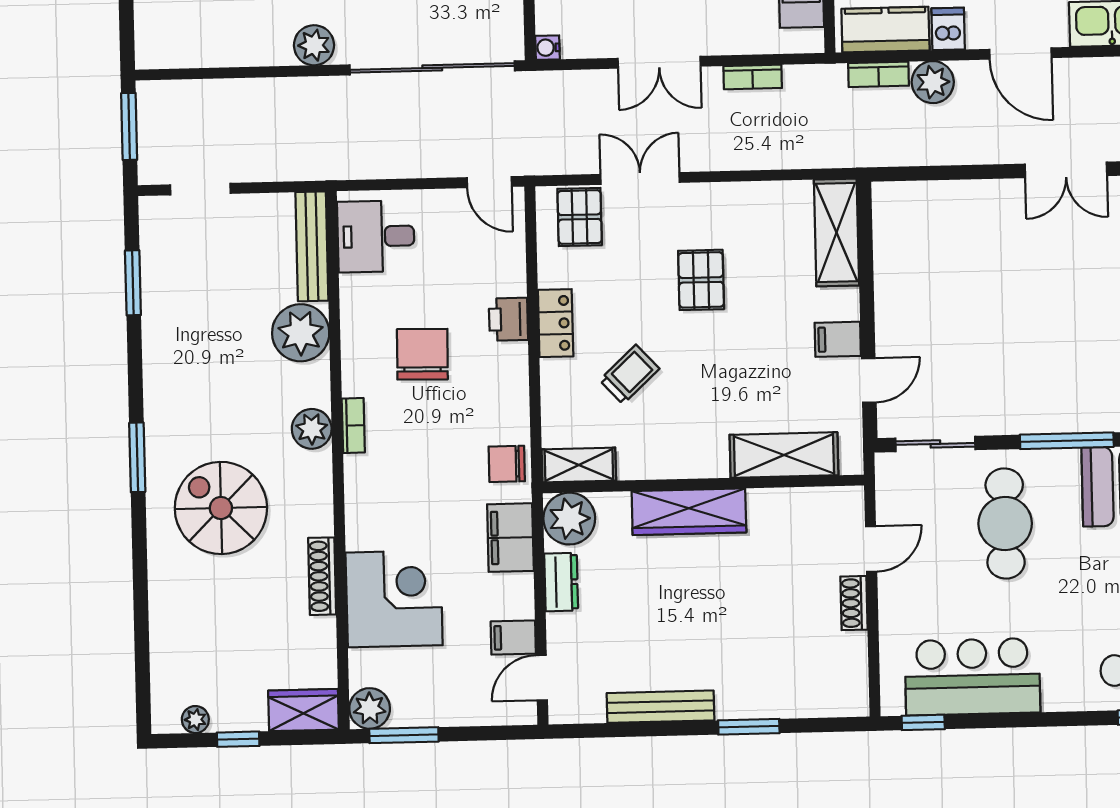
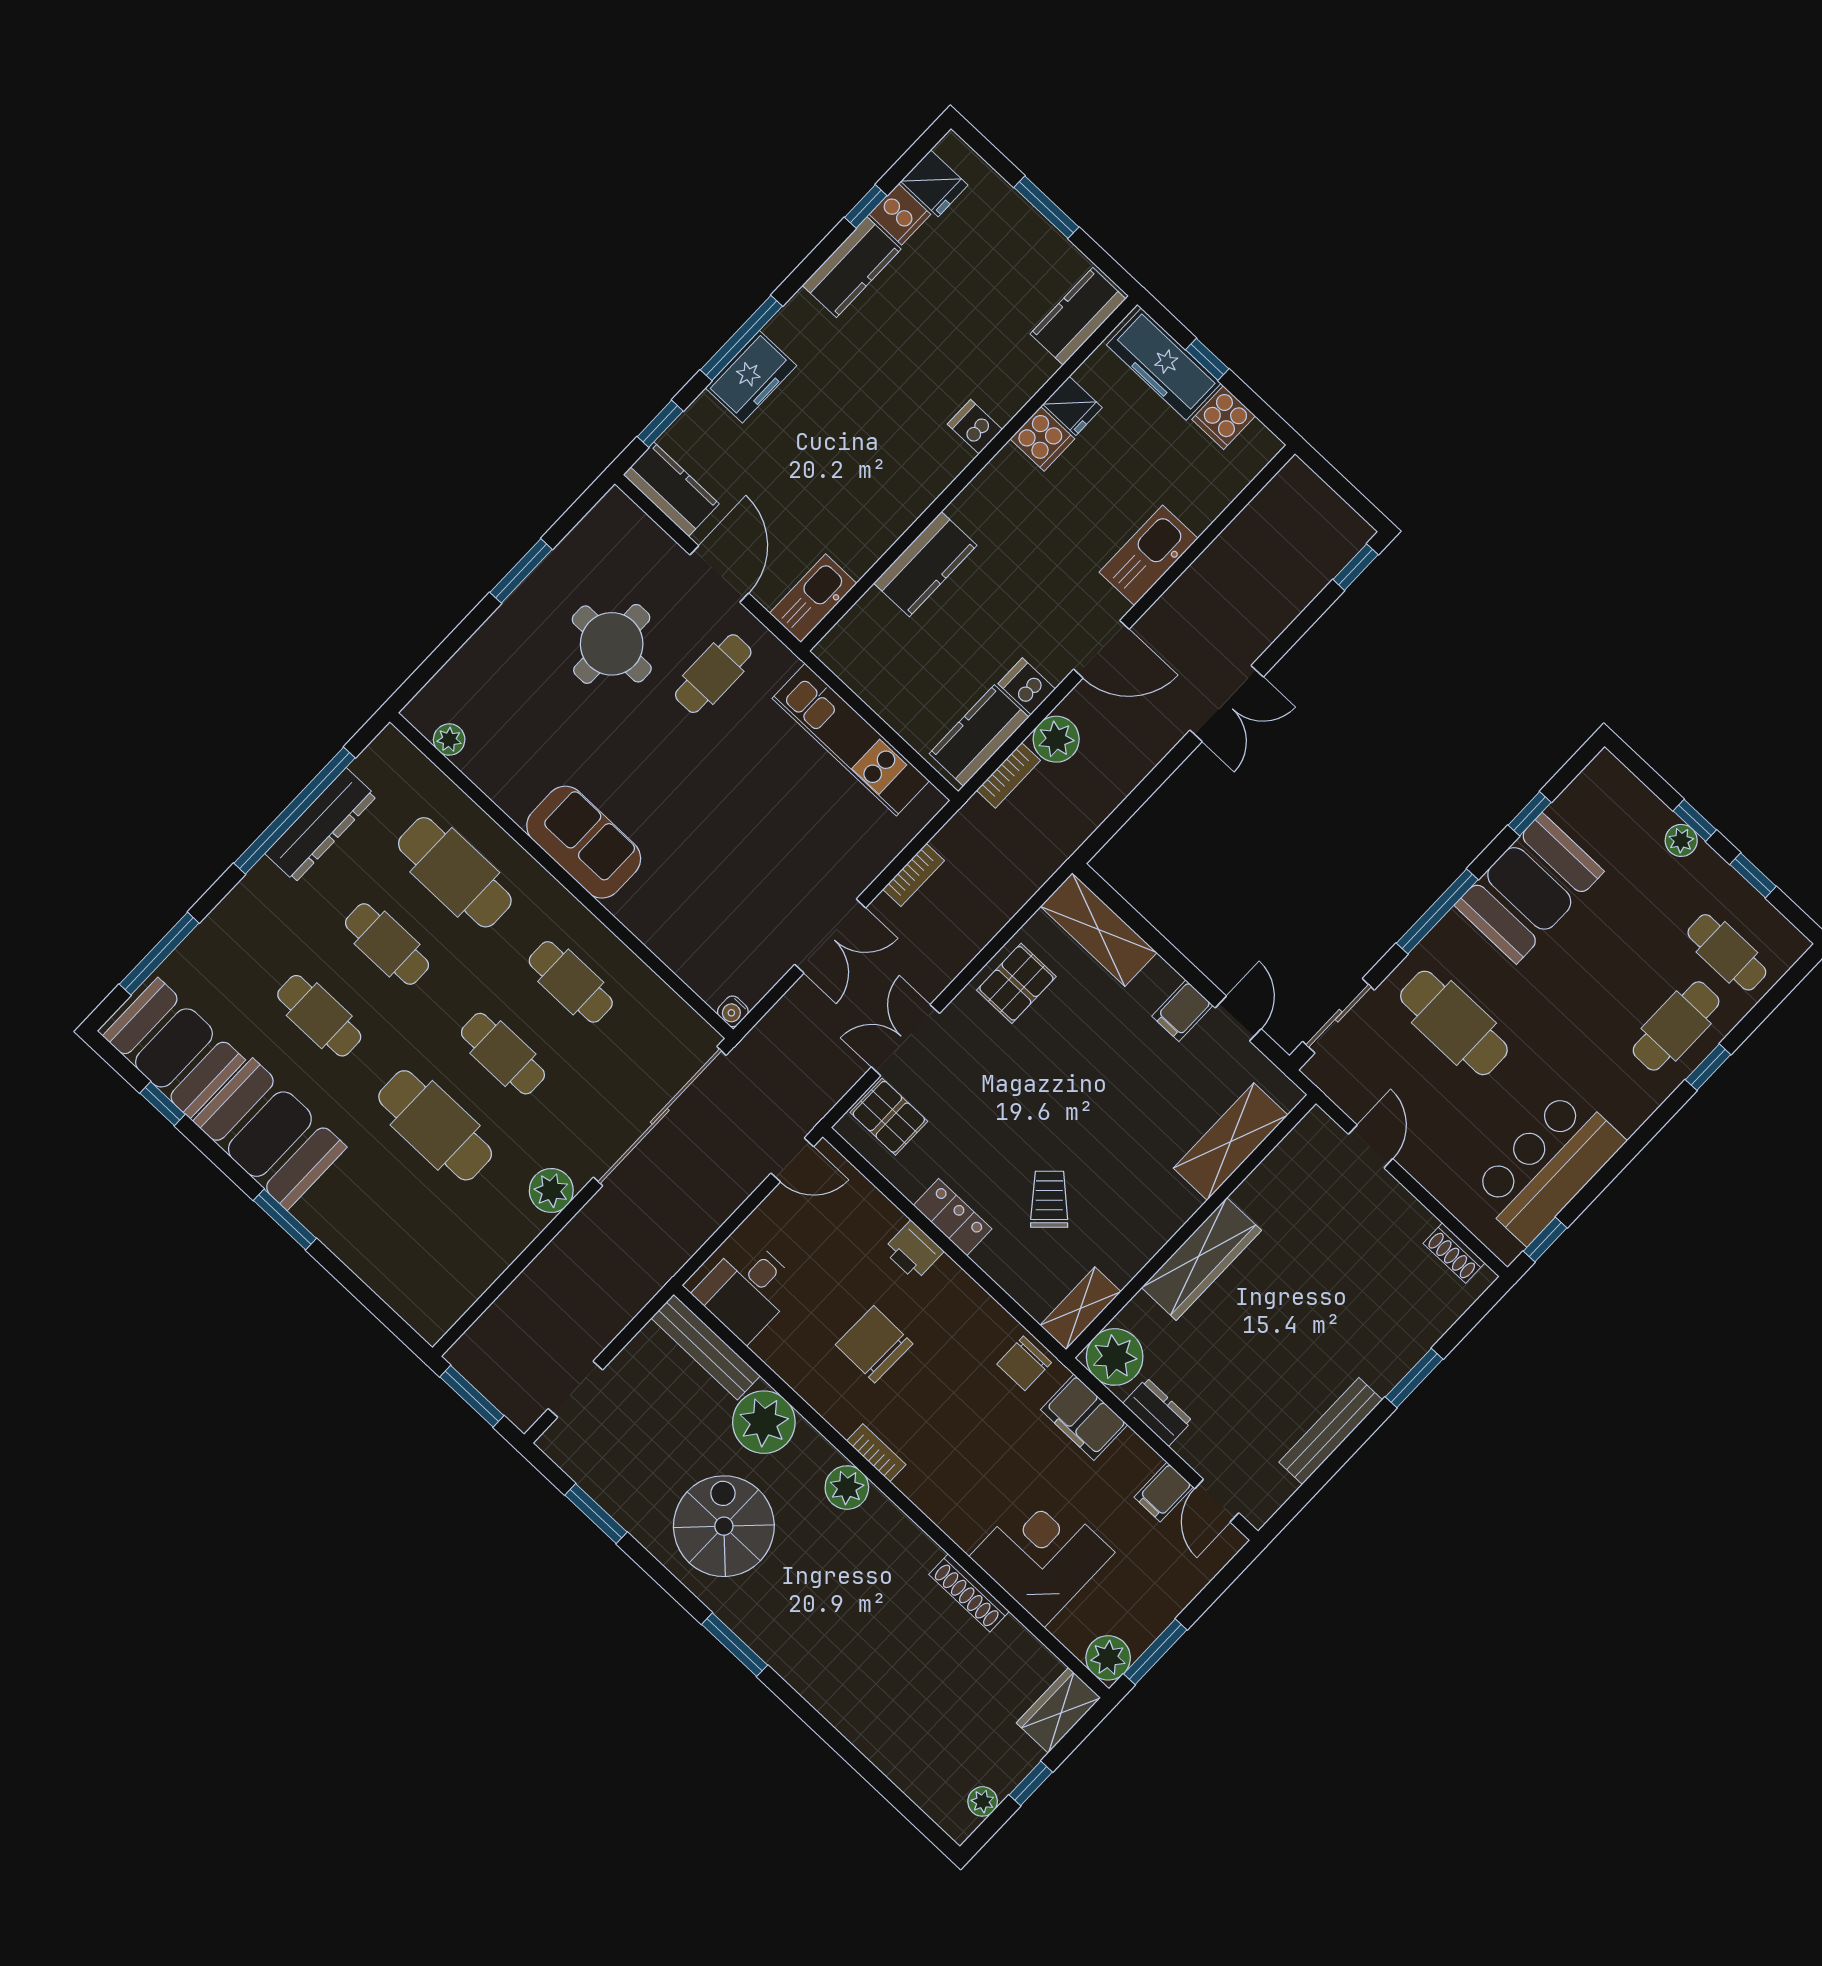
pallet: (701, 280) -> (1016, 983), moved, turned 90
spiral stairs: (221, 508) -> (724, 1526), moved, turned 90
shoe rack: (854, 603) -> (1454, 1253), moved

